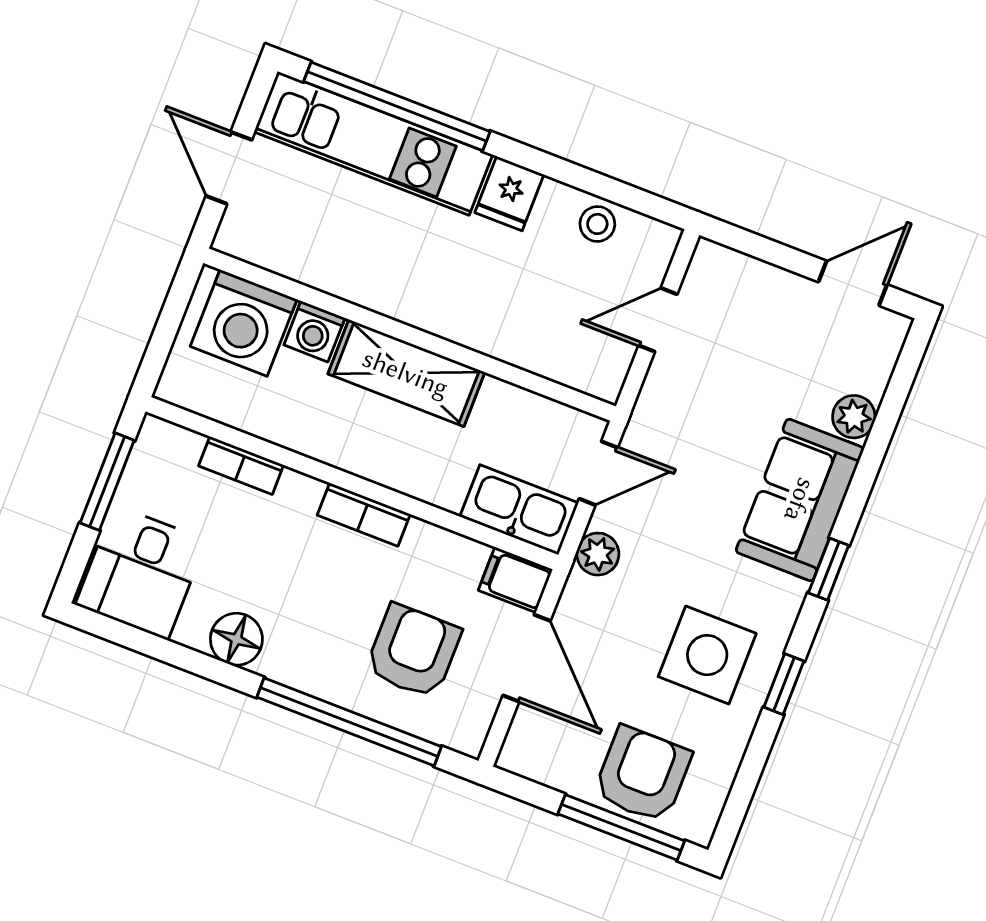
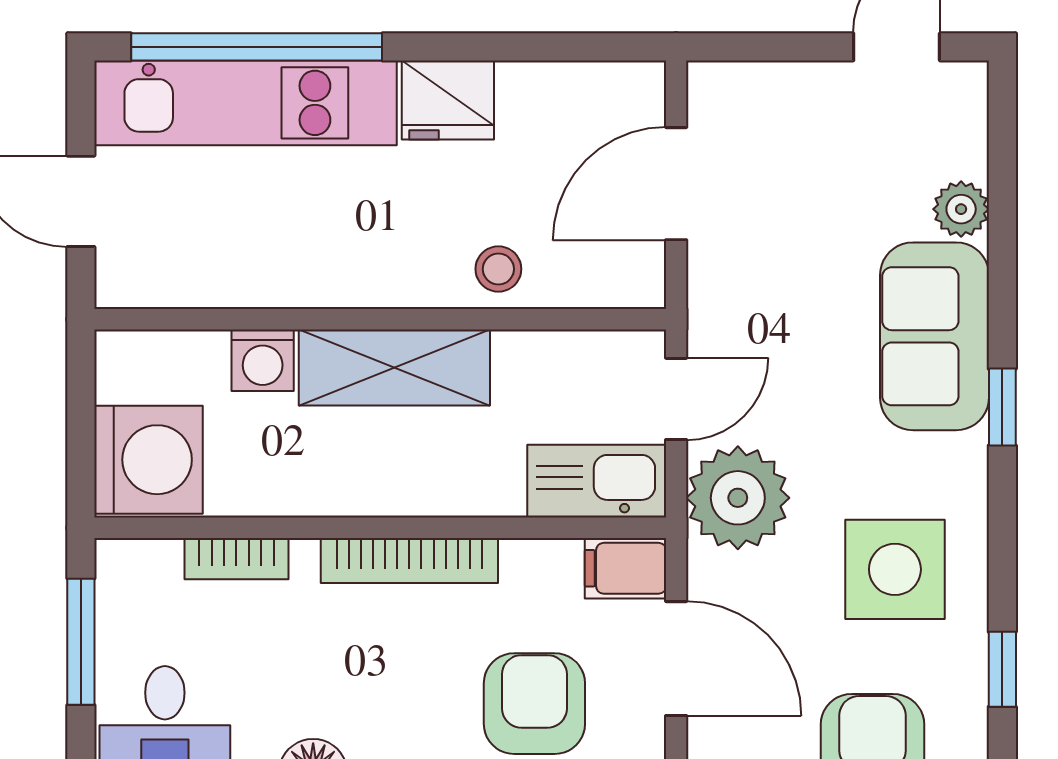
fridge: (509, 194) -> (448, 100), width x1.38
stool: (597, 224) -> (498, 269), moved
door: (658, 320) -> (676, 184), width x1.38
washing machine: (244, 323) -> (148, 460), moved, turned -90
bookcase: (364, 515) -> (409, 560), width x1.56
plant: (598, 554) -> (738, 498), width x1.88, depth x1.88
window: (784, 684) -> (1002, 669), moved

